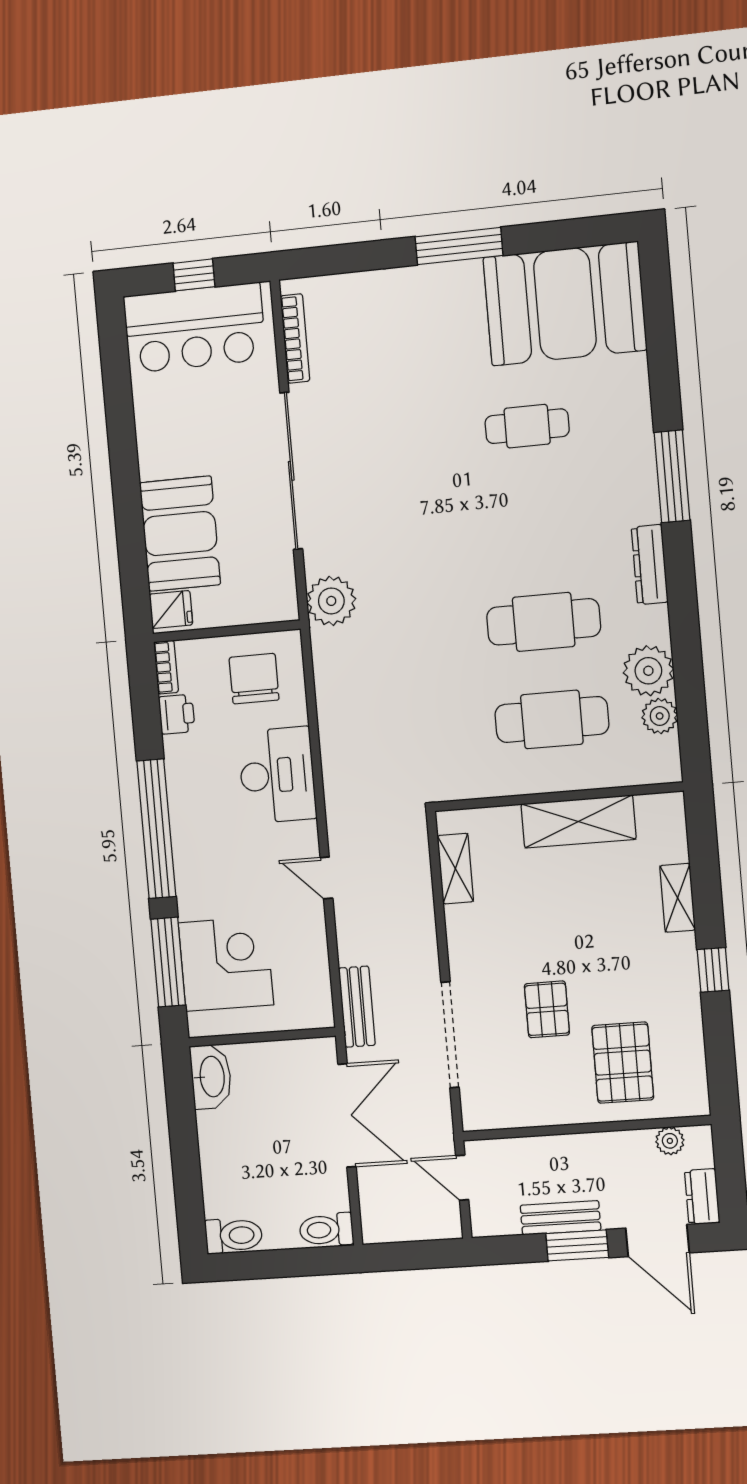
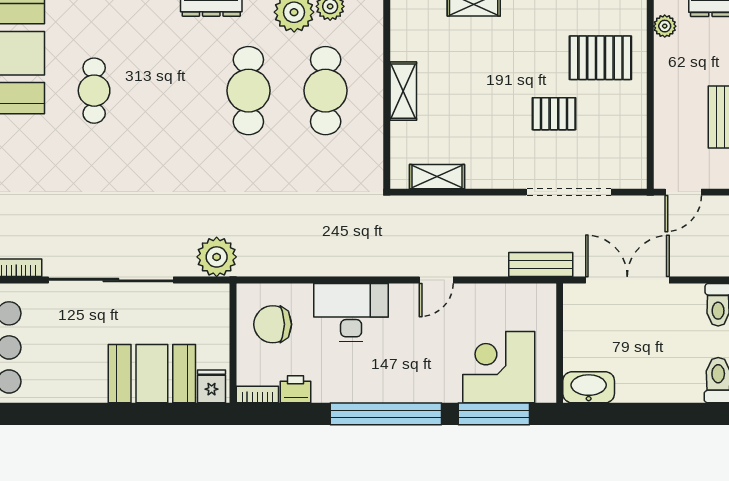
shelving: (579, 822) -> (403, 91), width x0.67, depth x0.75

